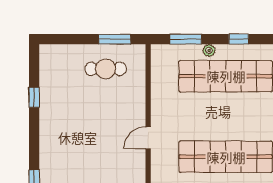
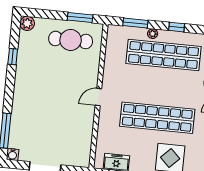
plant: (48, 53) -> (27, 23), added
cafe table: (106, 69) -> (71, 40), width x1.37, depth x1.35

